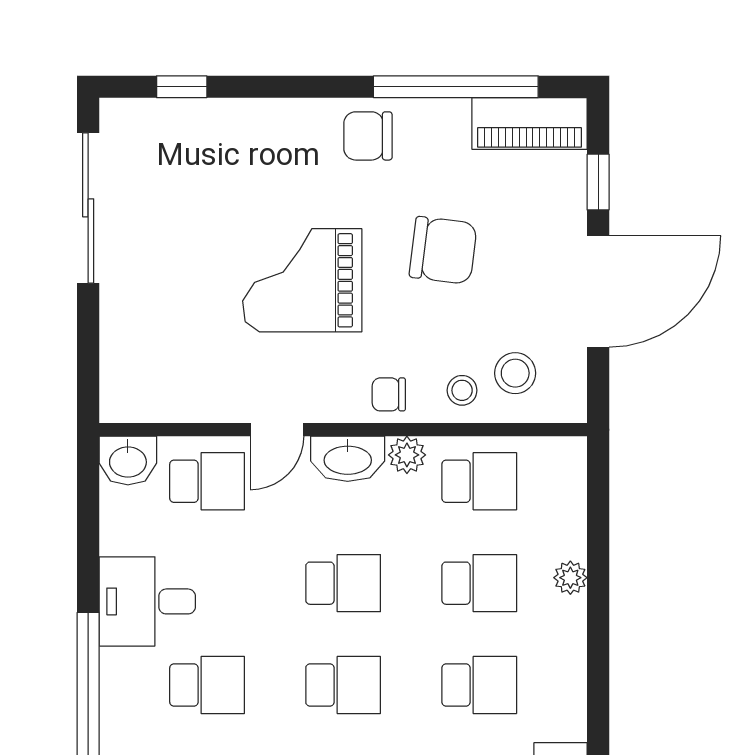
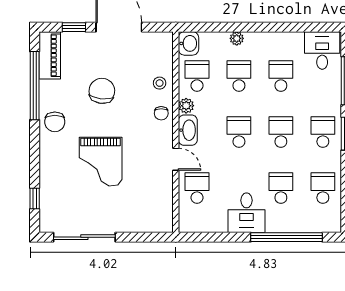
grand piano: (302, 280) -> (101, 162), moved
stool: (515, 373) -> (152, 61), removed
washbasin: (128, 461) -> (188, 43), moved

